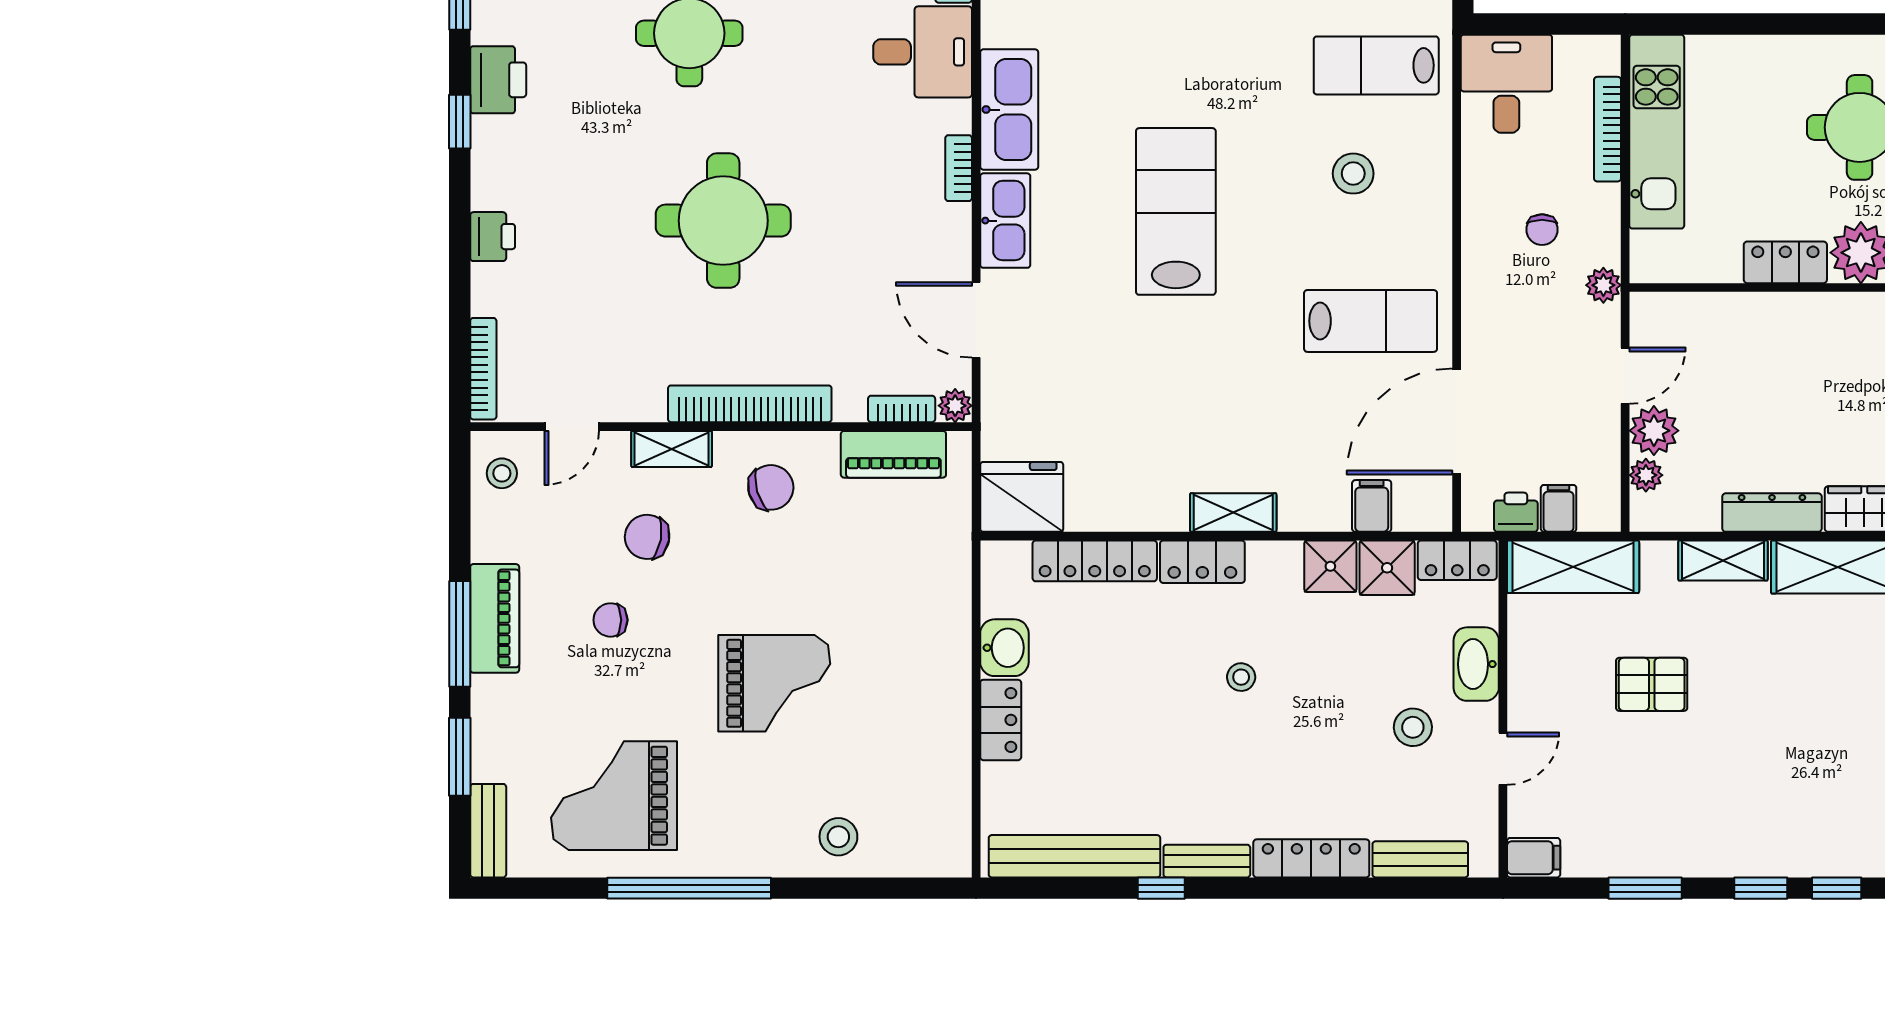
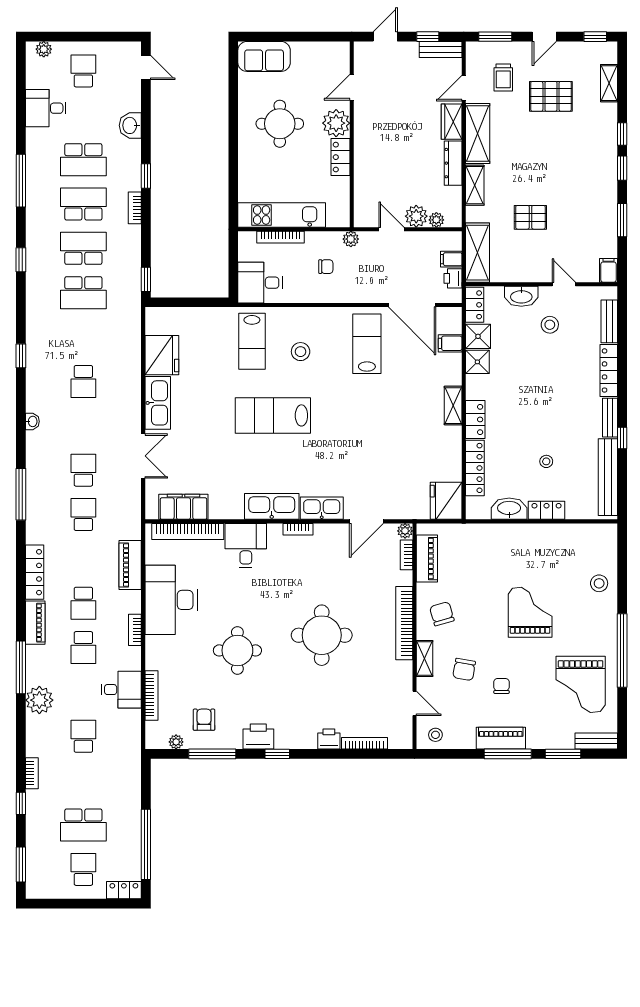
lab bench: (1176, 211) -> (273, 415), moved
bookcase: (483, 369) -> (364, 743), moved
chair: (610, 620) -> (501, 686), turned 180
washbasin: (1004, 648) -> (509, 509), width x1.38
stool: (1241, 677) -> (546, 461), moved
pallet: (1652, 684) -> (530, 217), turned 90

